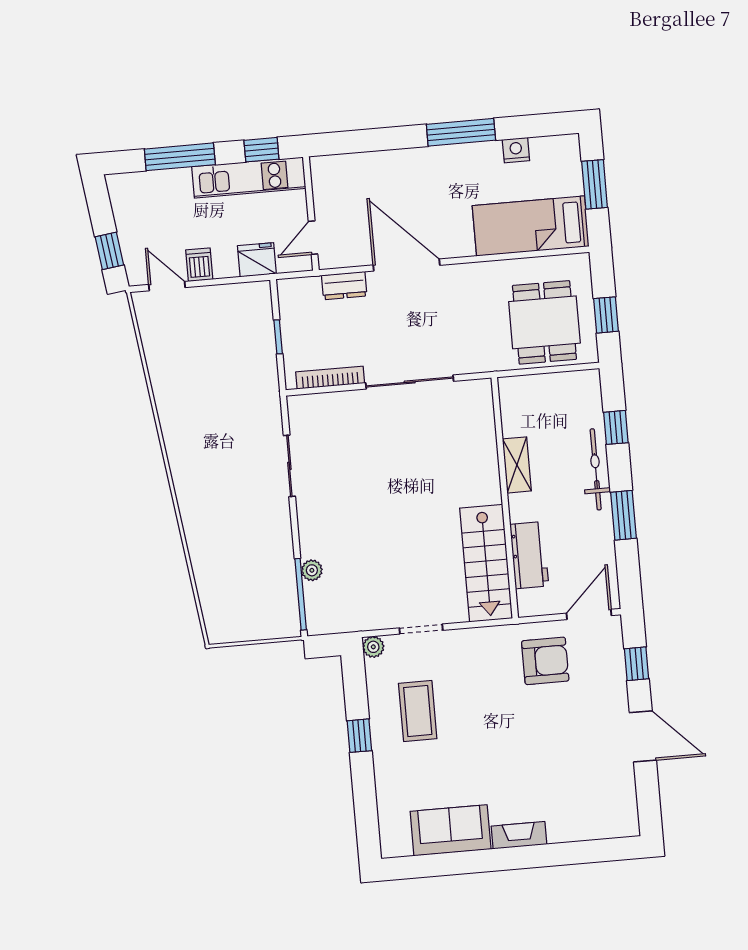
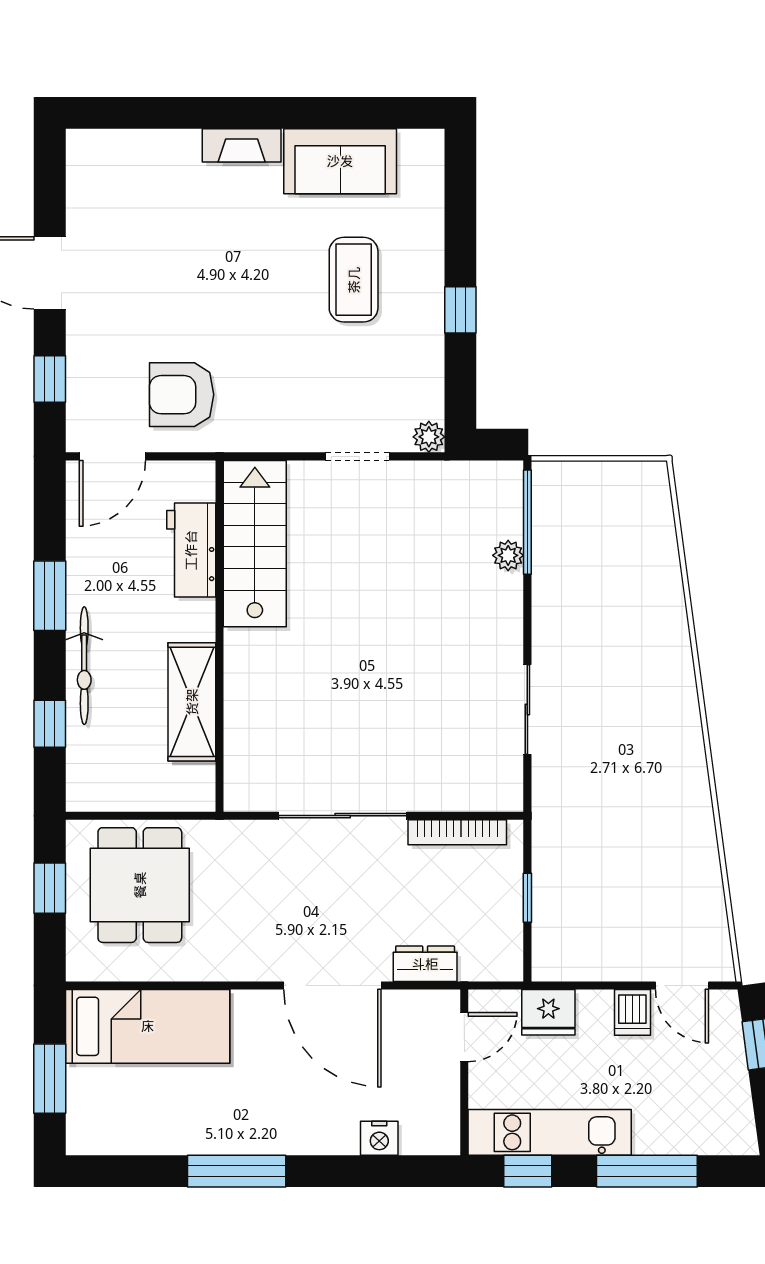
nightstand: (516, 150) -> (379, 1138), moved
shelving: (517, 465) -> (192, 702), width x1.50, depth x1.33
coffee table: (418, 711) -> (354, 280), moved

